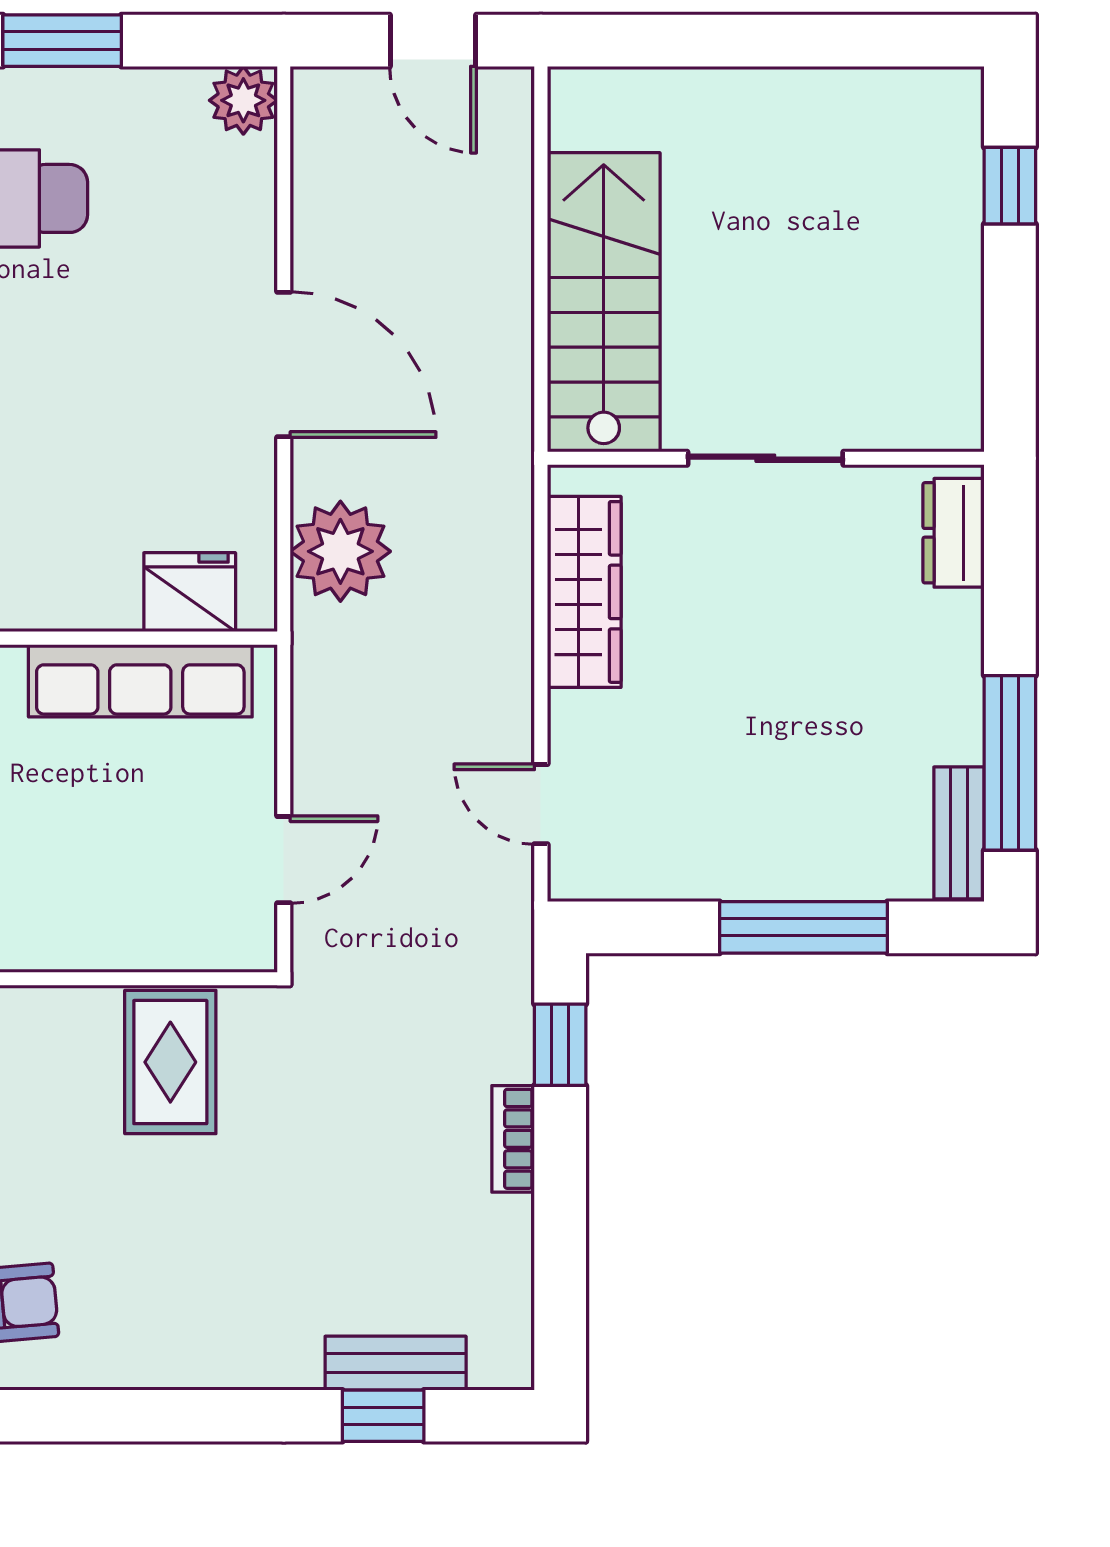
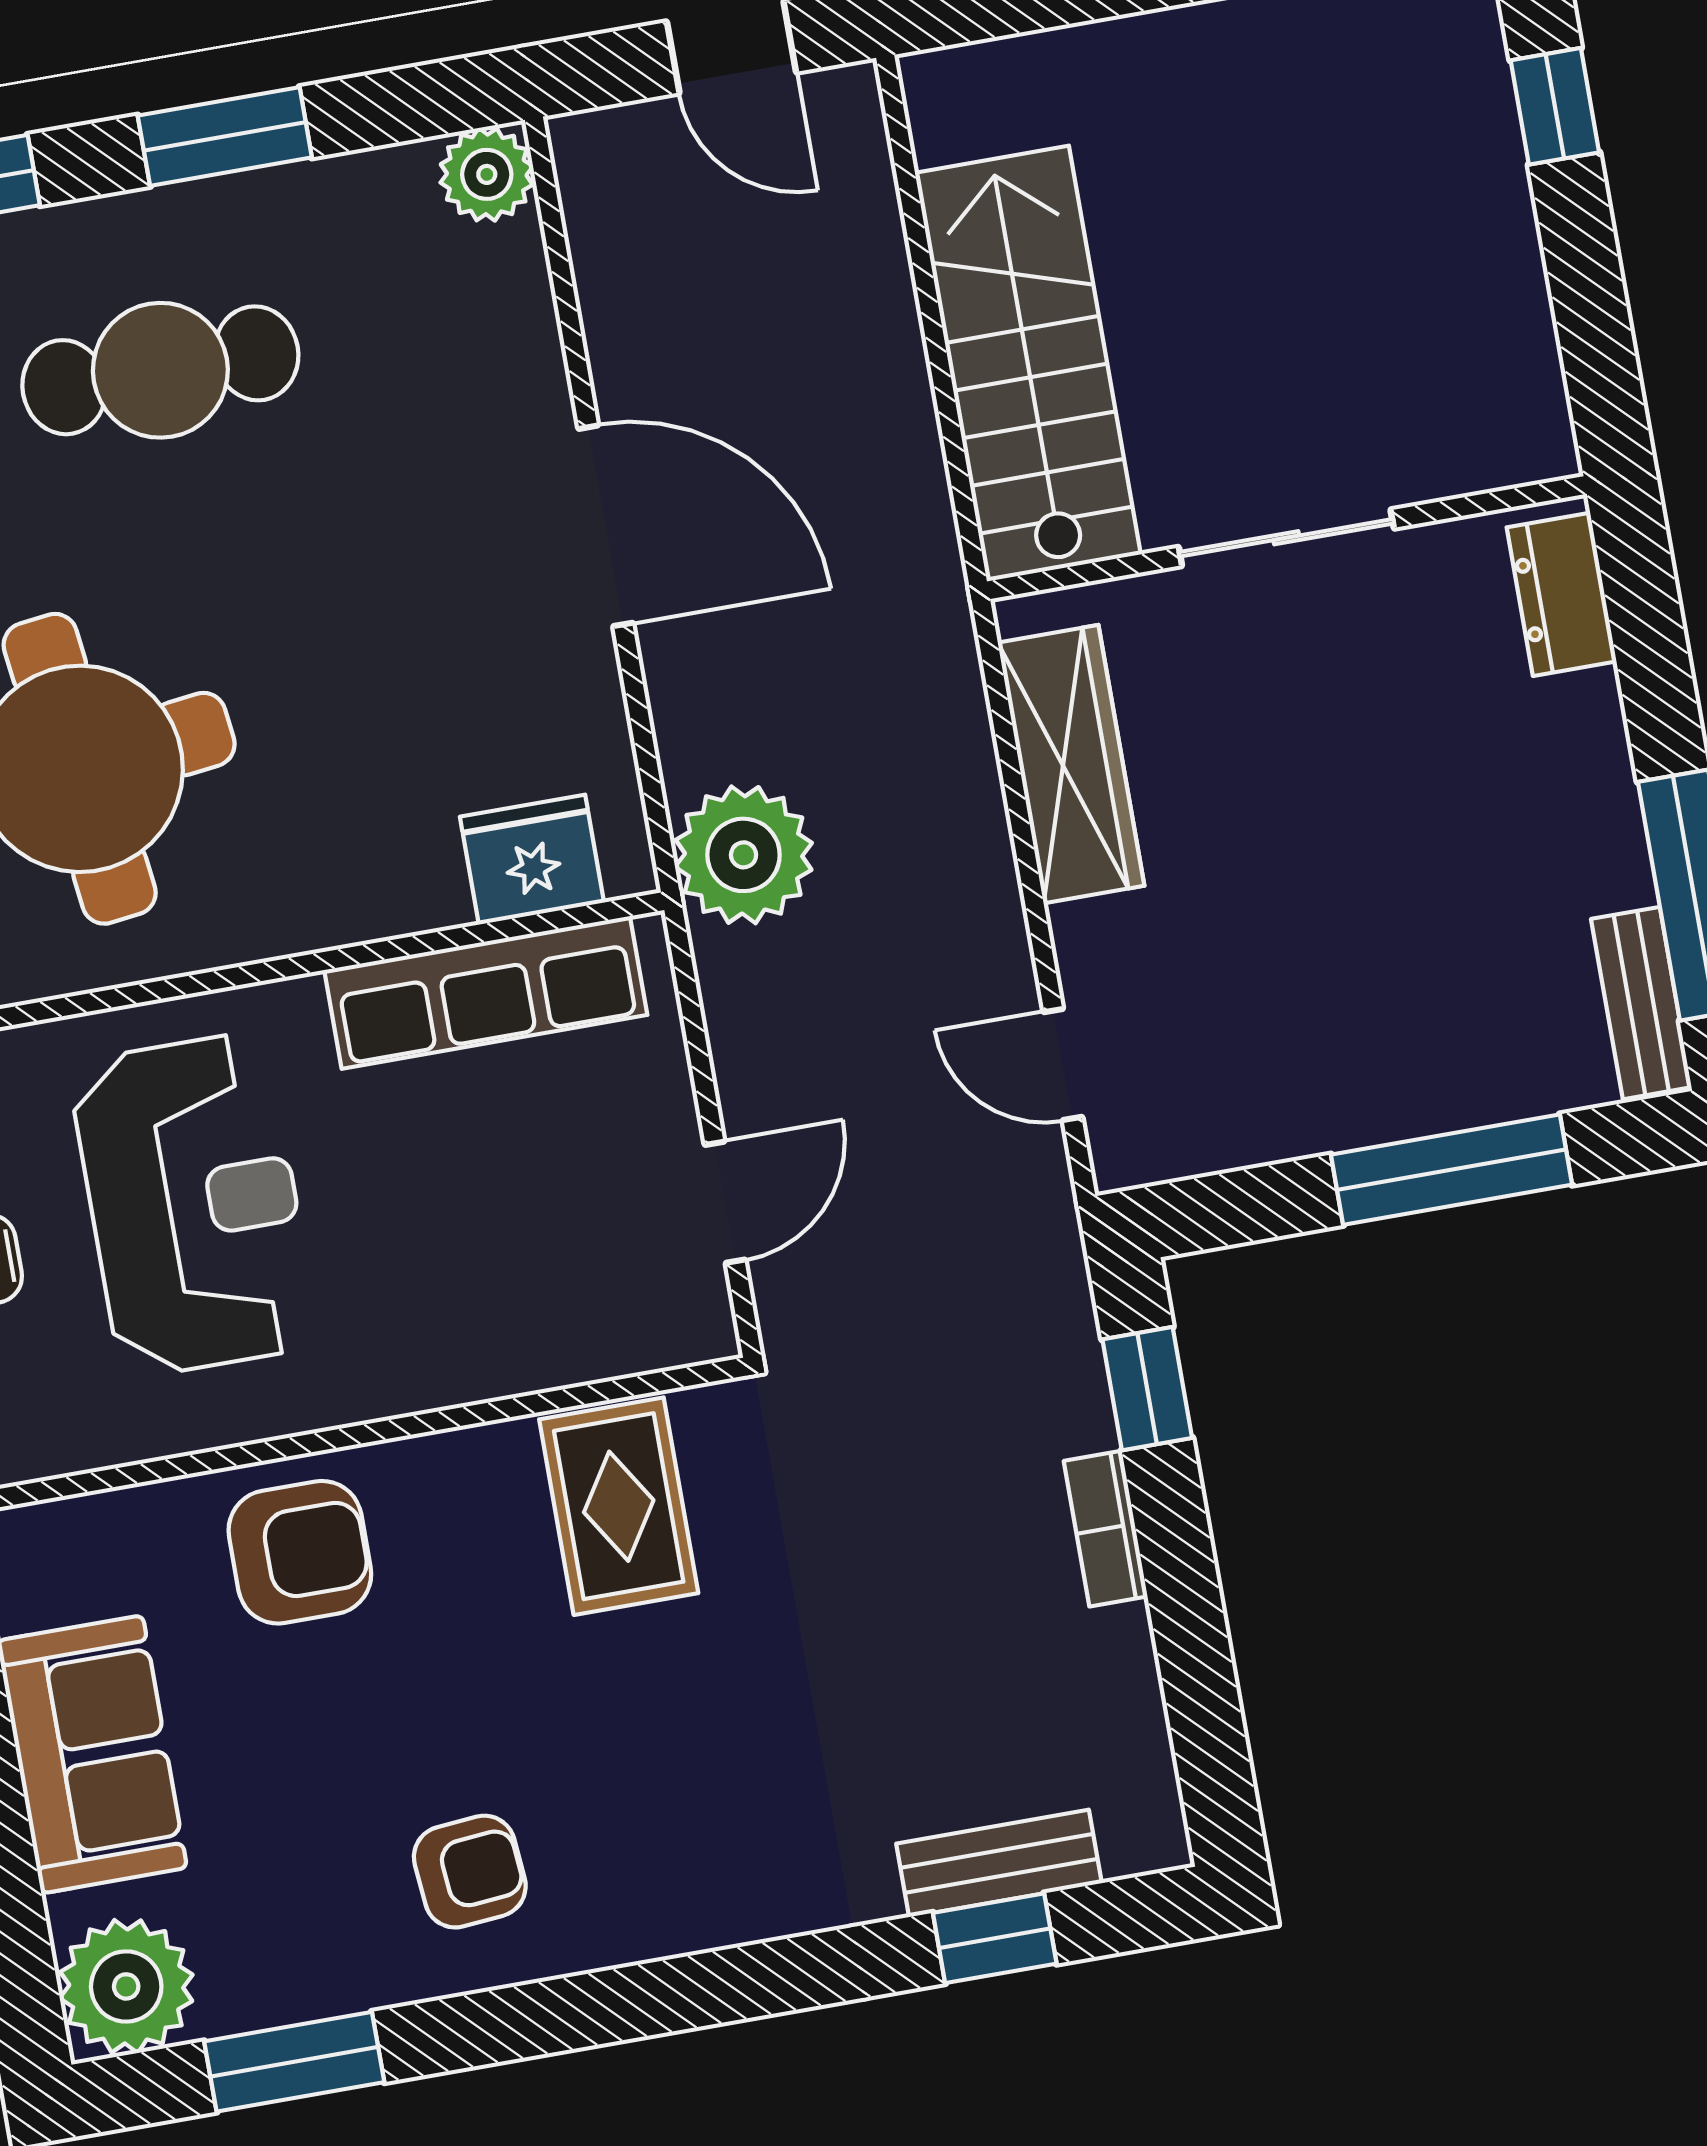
plant: (340, 551) -> (744, 855), moved

